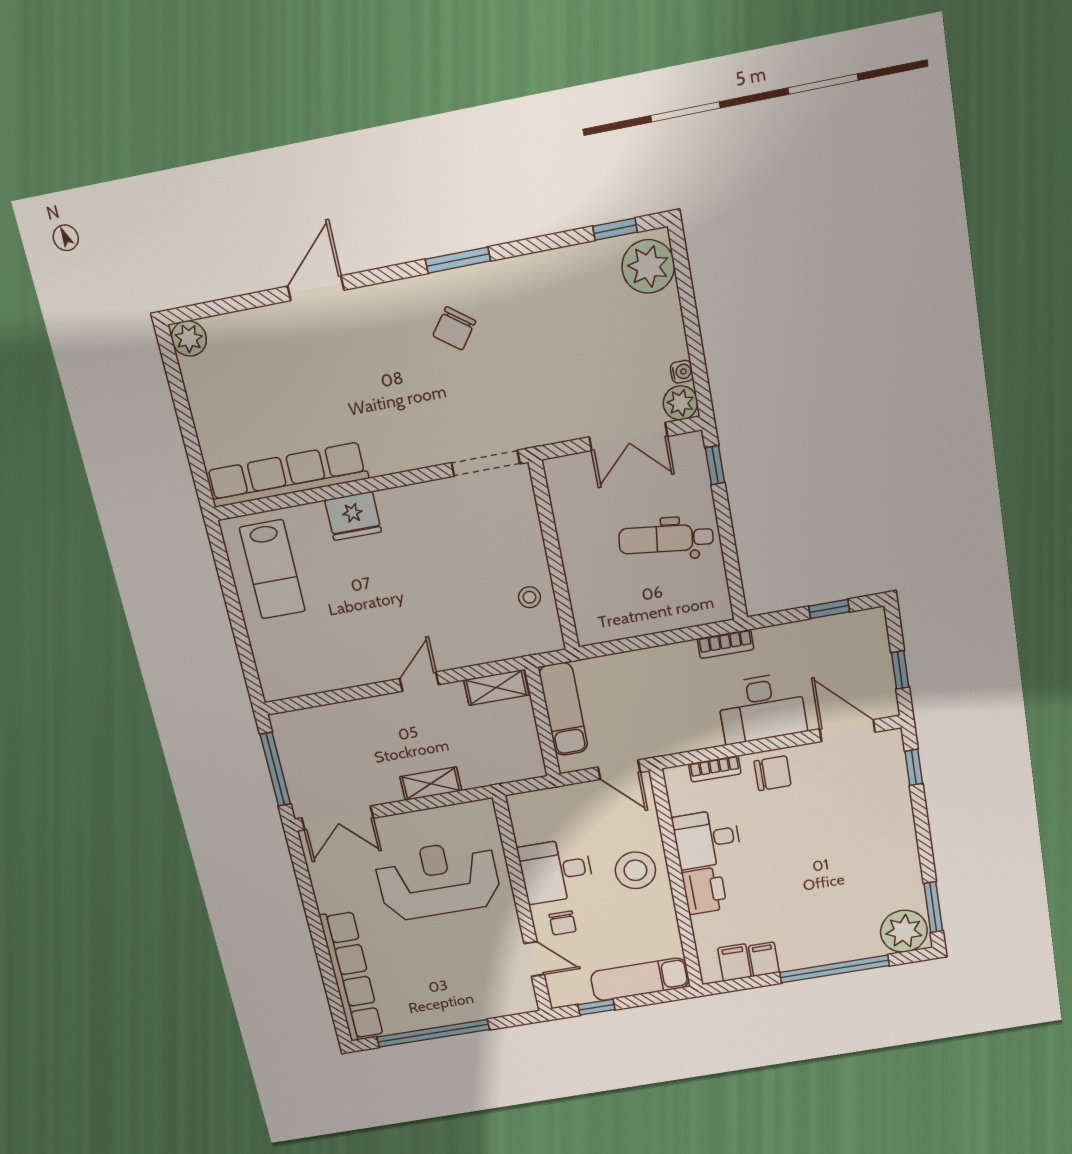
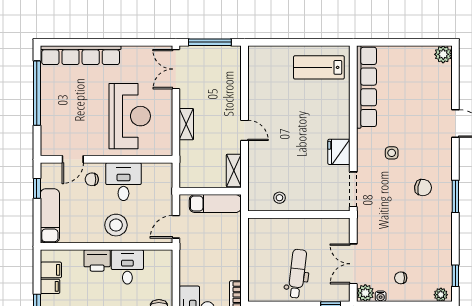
plant: (648, 266) -> (441, 295), width x0.53, depth x0.53
chair: (454, 328) -> (423, 188), turned 153
chair: (639, 339) -> (401, 278), added
side table: (401, 403) -> (392, 153), added
fridge: (353, 516) -> (339, 152), moved
bookcase: (715, 769) -> (167, 278), removed

